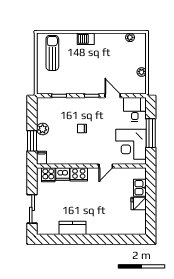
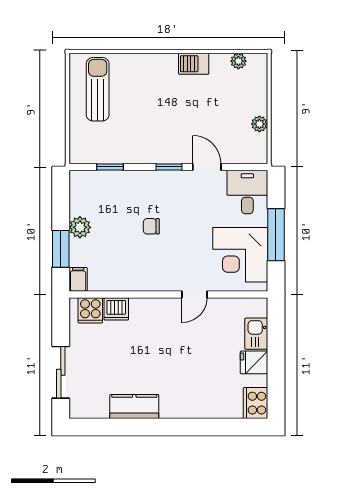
barbecue: (86, 39) -> (194, 64), moved
cooker: (79, 174) -> (256, 403), moved, turned 90

